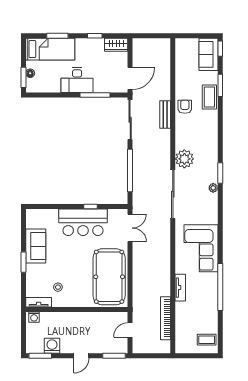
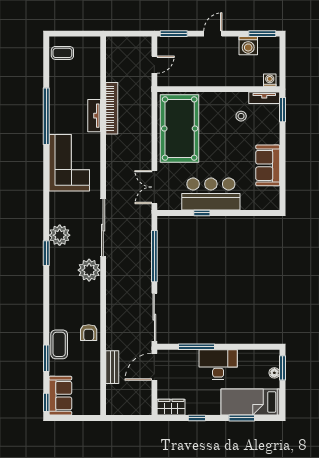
bench: (165, 114) -> (112, 367), moved
plant: (213, 188) -> (60, 235), width x1.88, depth x1.88
window: (23, 262) -> (282, 110), moved
bookcase: (166, 318) -> (112, 108), moved

